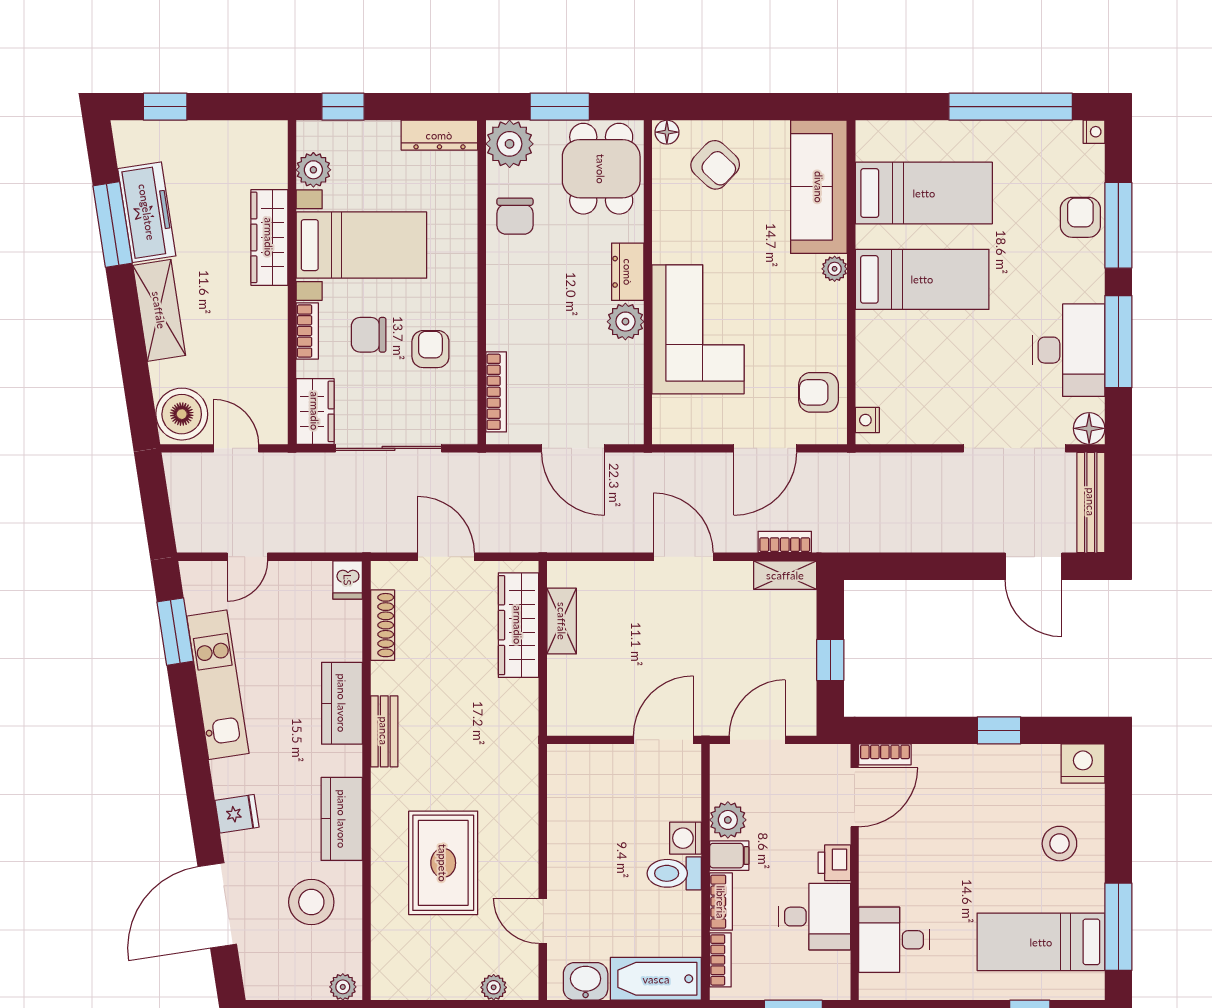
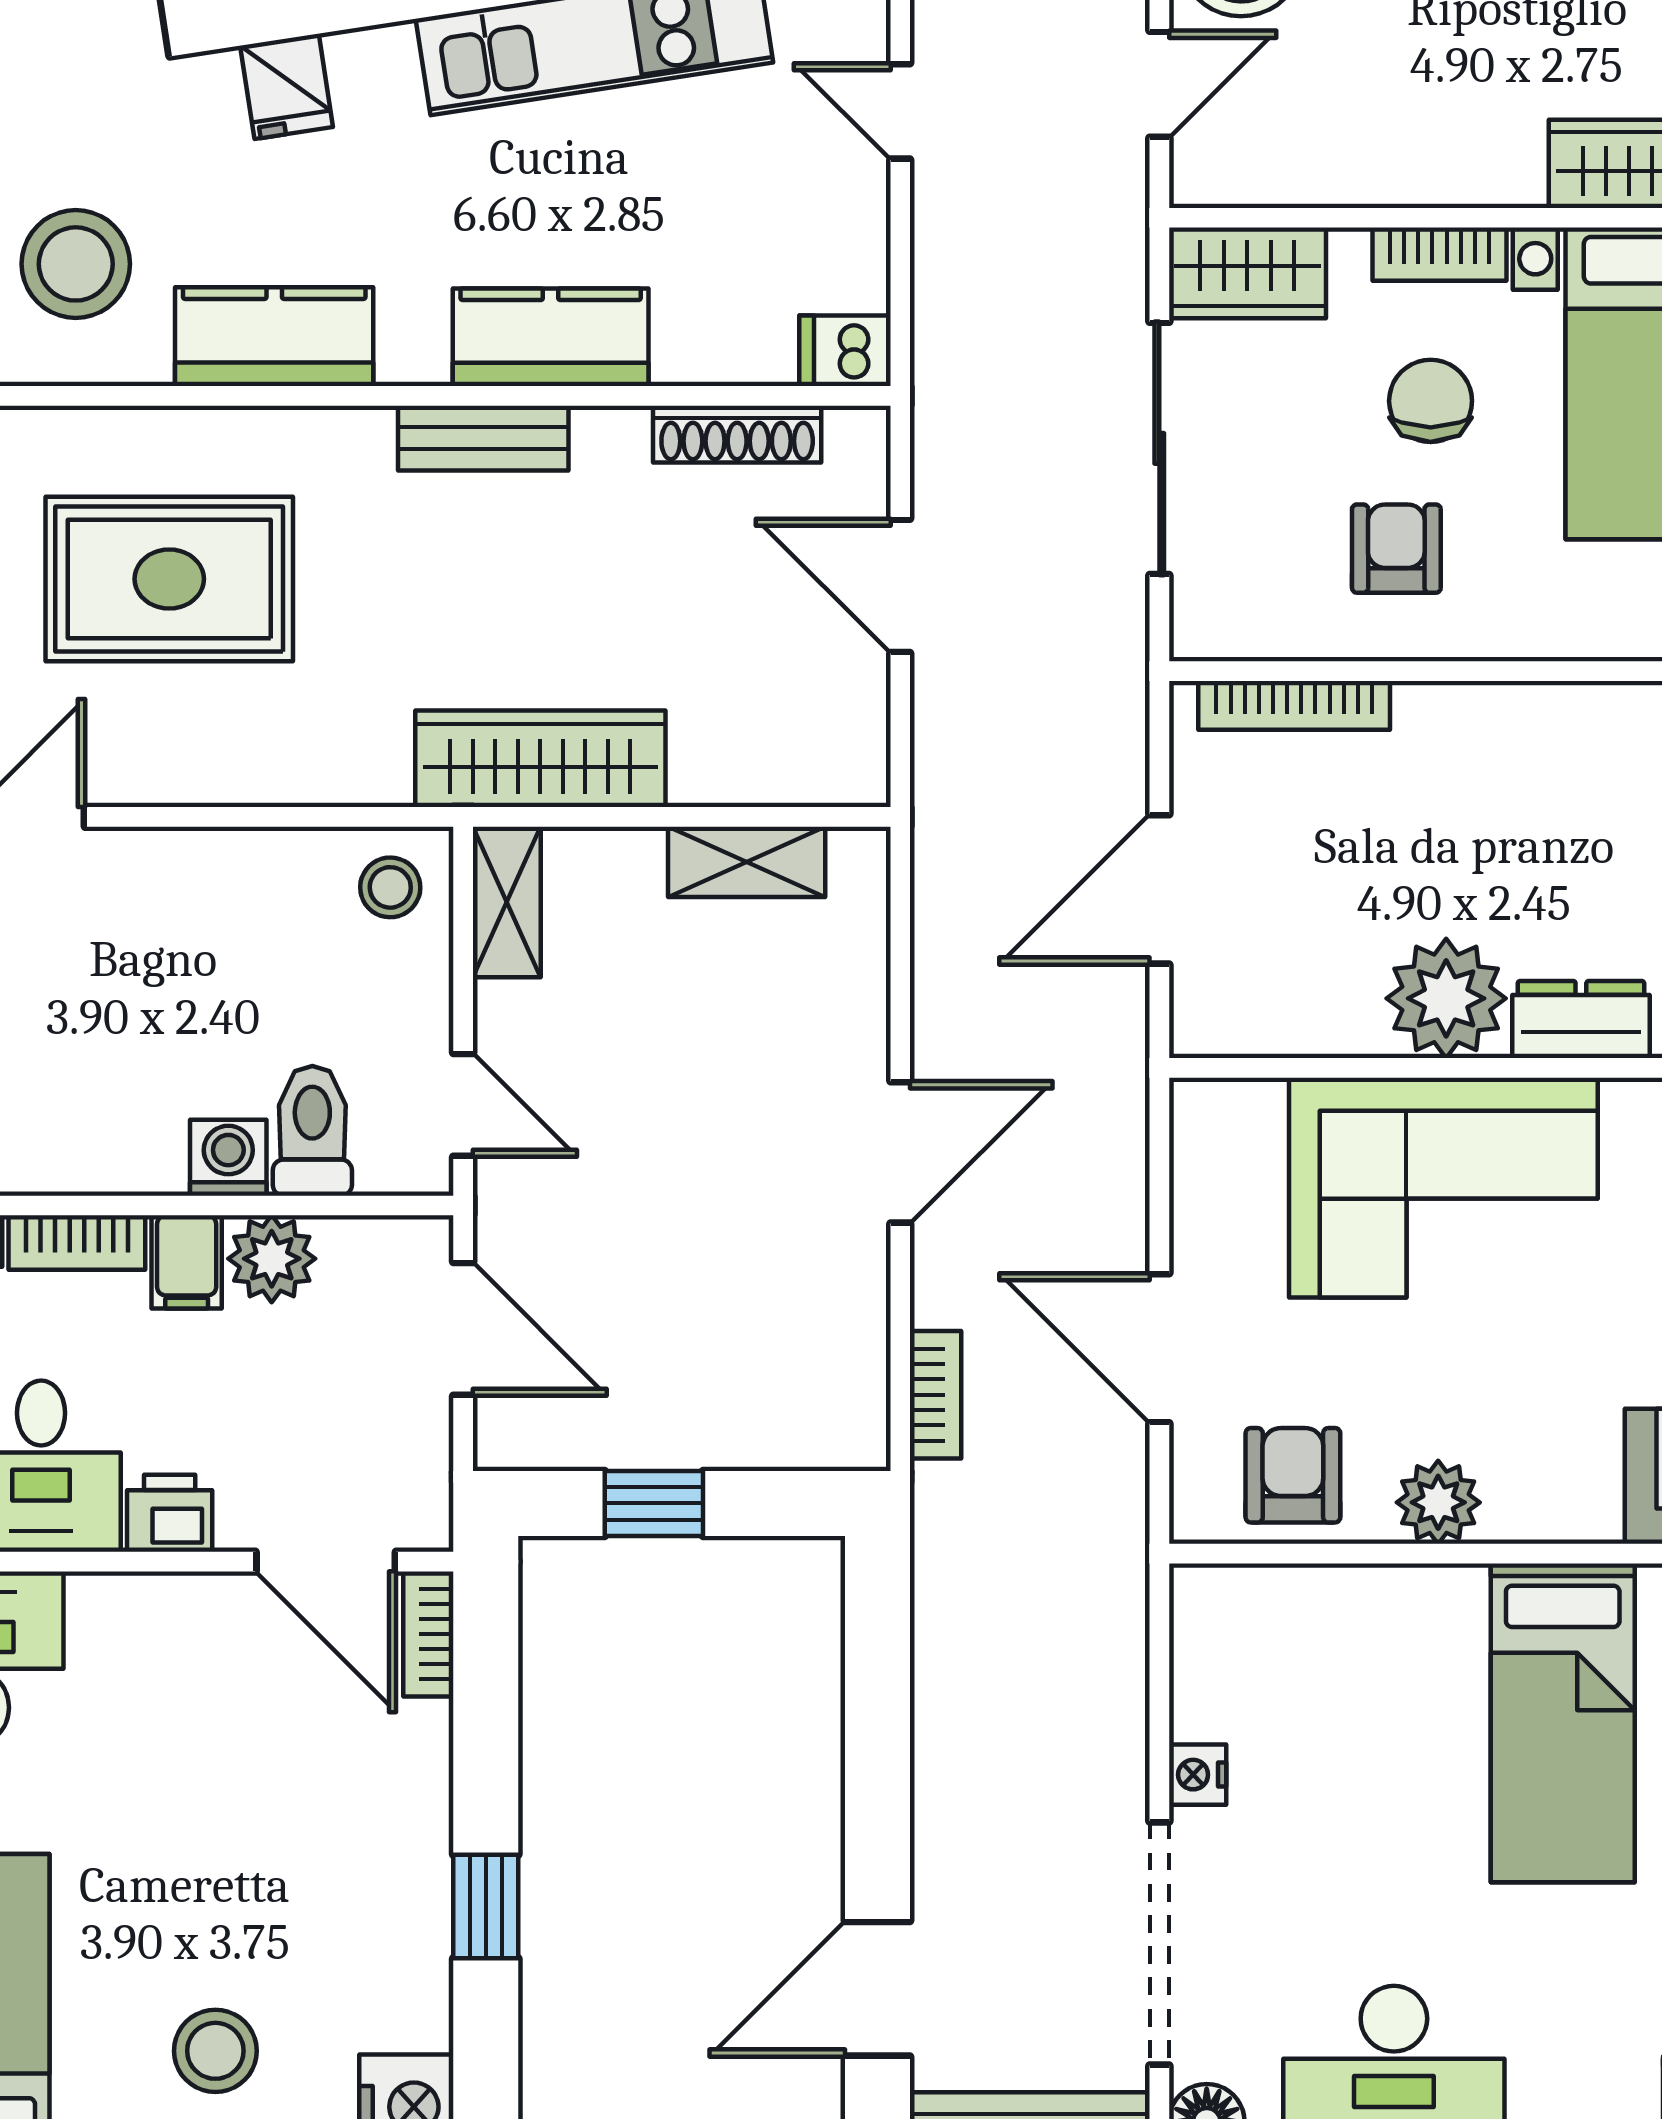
plant: (835, 269) -> (1438, 1502), moved, width x1.38, depth x1.38
plant: (625, 322) -> (1446, 998), width x1.36, depth x1.36
armchair: (430, 349) -> (1396, 549), turned -90
nightstand: (867, 420) -> (1198, 1775), moved, turned -90
door: (446, 557) -> (900, 586), swing flipped
shelving: (785, 575) -> (507, 902), moved
wardrobe: (518, 625) -> (540, 759), moved
door: (663, 740) -> (463, 1105), width x0.73
stool: (572, 770) -> (390, 887), added
toilet: (674, 873) -> (312, 1131), moved

